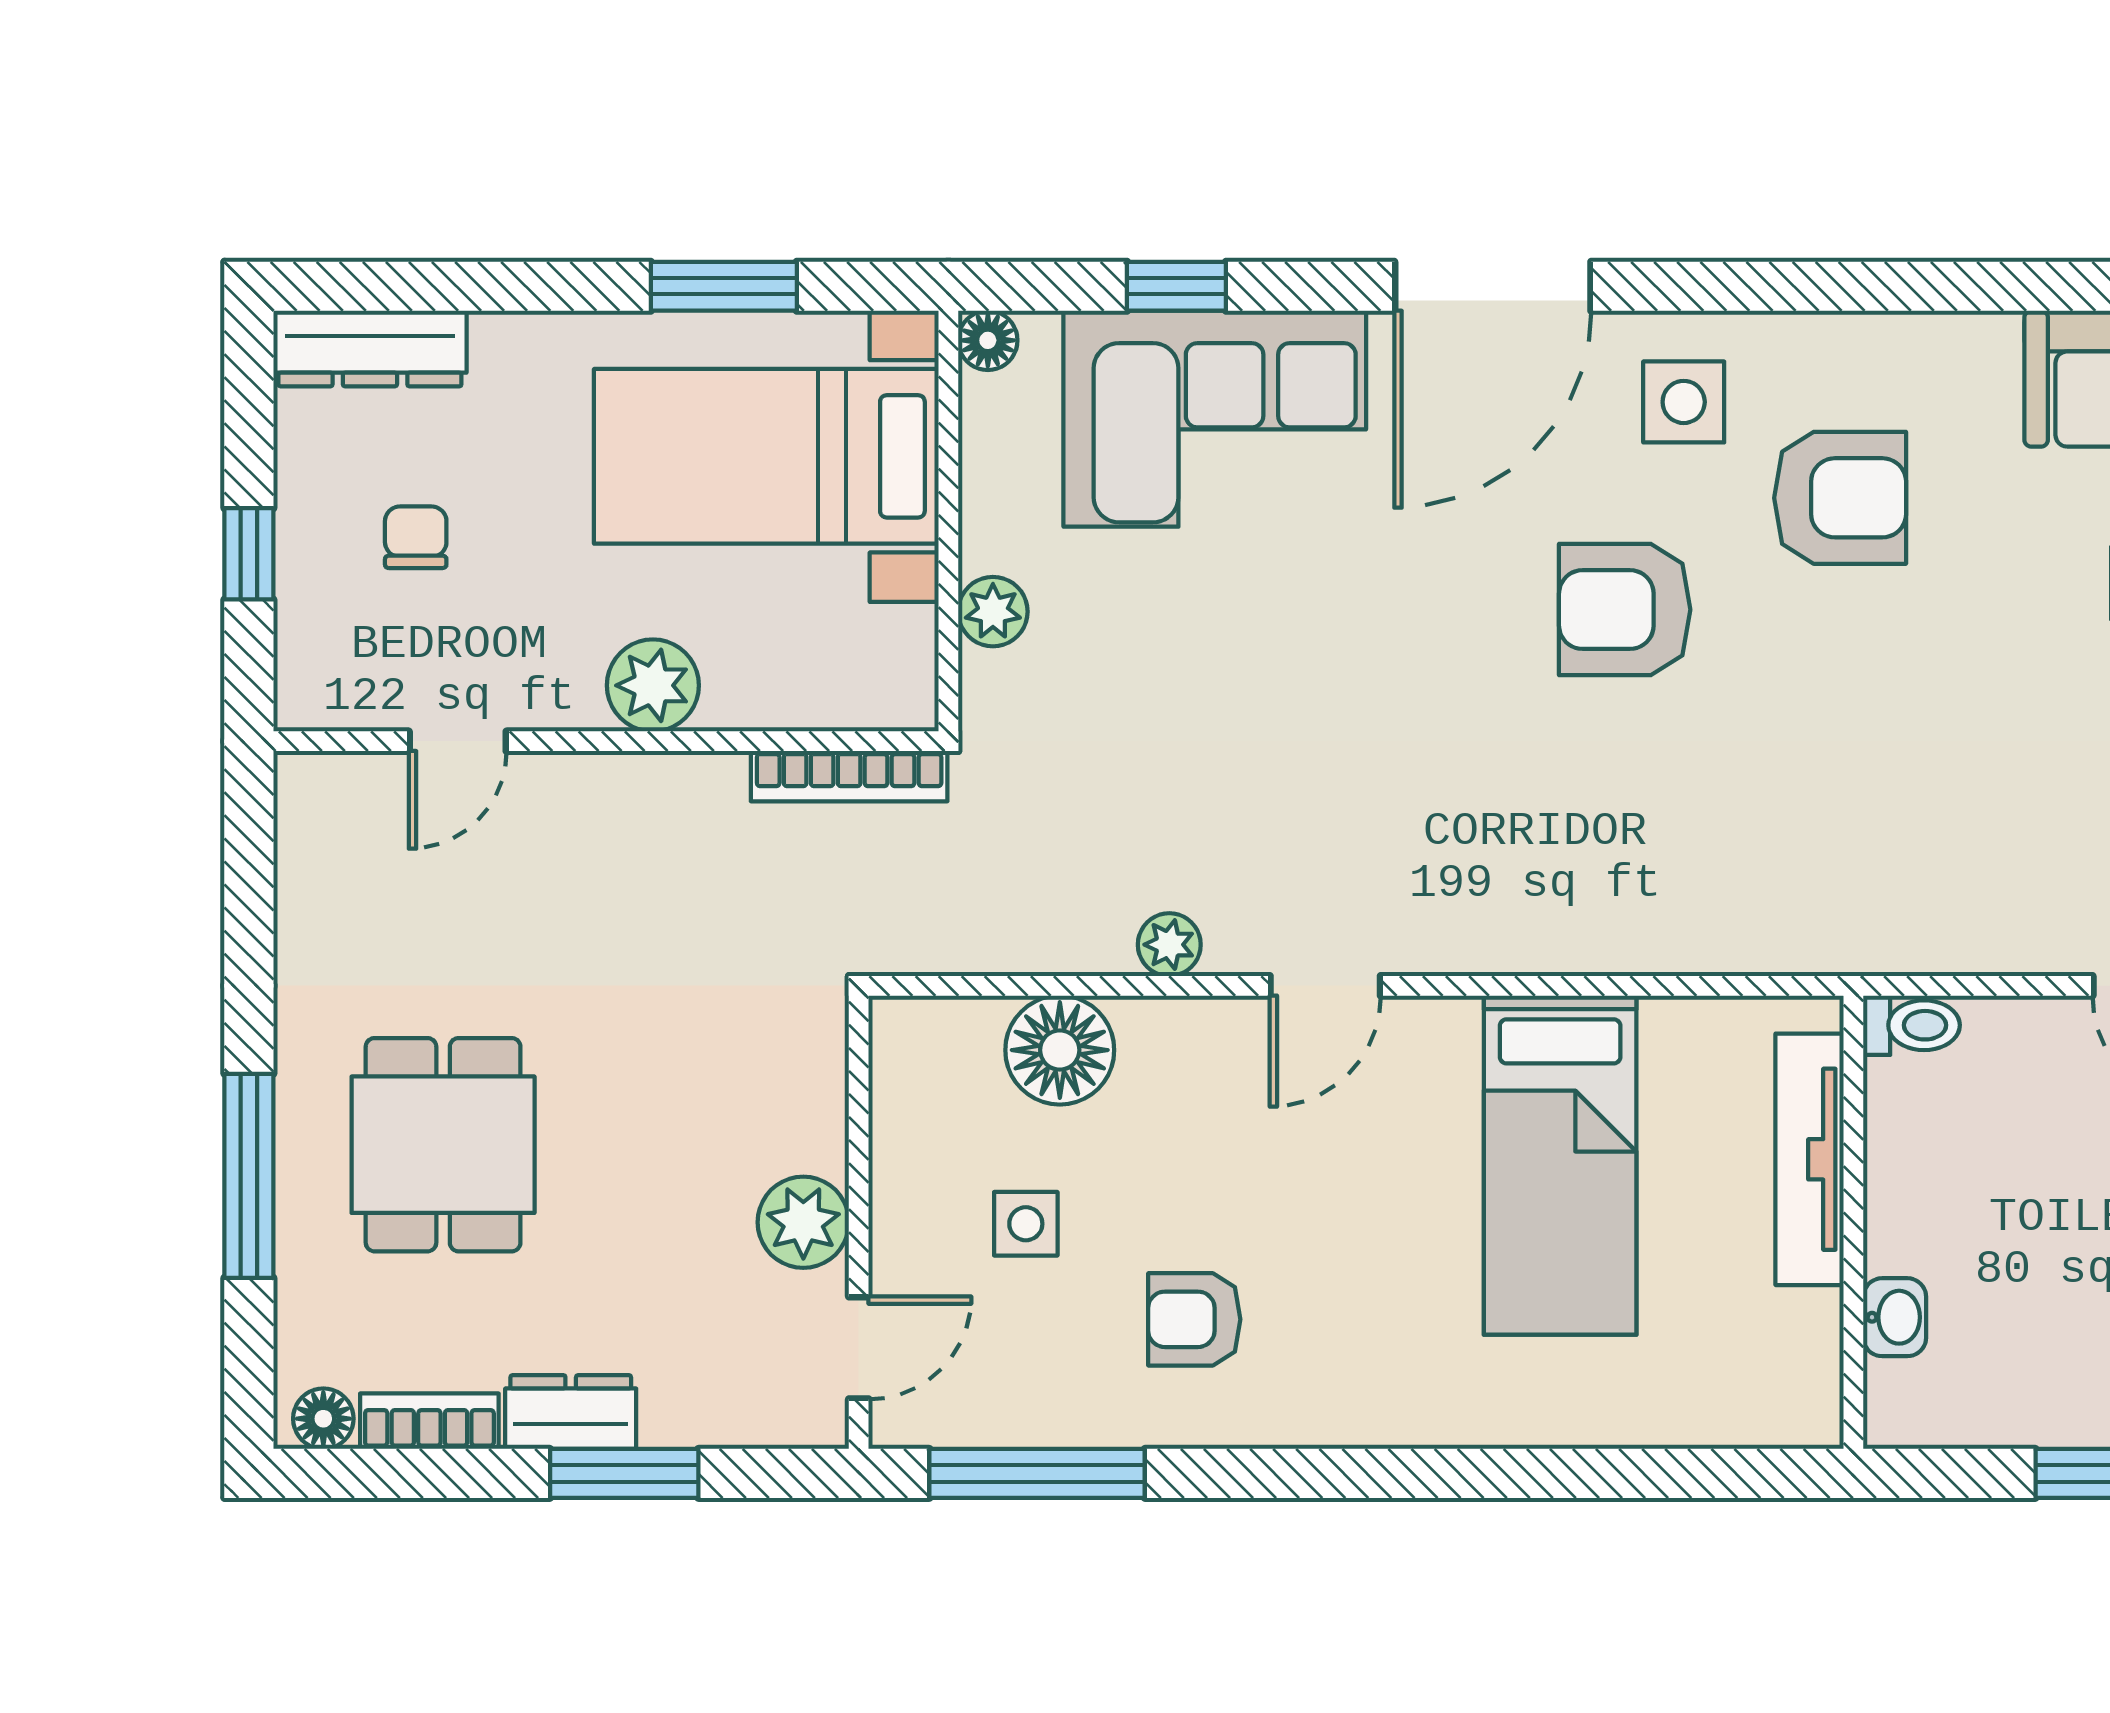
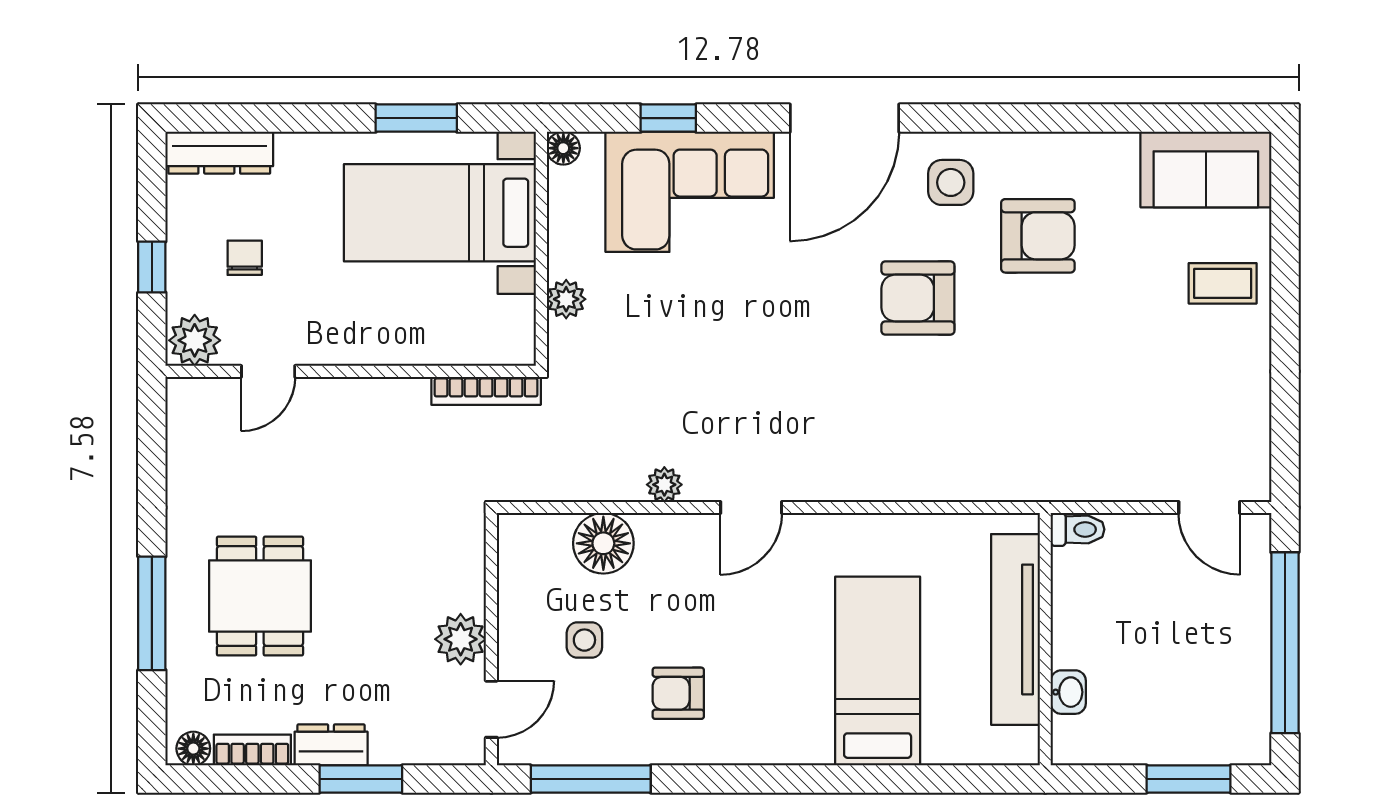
plant: (653, 685) -> (195, 340), moved
tv unit: (1810, 1159) -> (1015, 629), width x1.36, depth x1.29
bed: (1560, 1165) -> (878, 671), moved, turned 180

